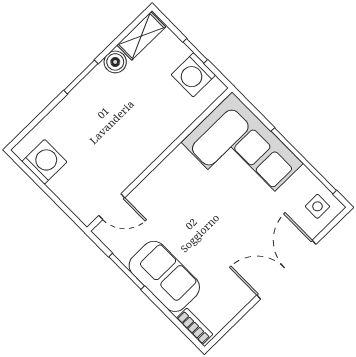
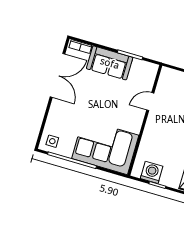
door: (112, 207) -> (150, 102), moved
double door: (286, 270) -> (58, 75), moved

